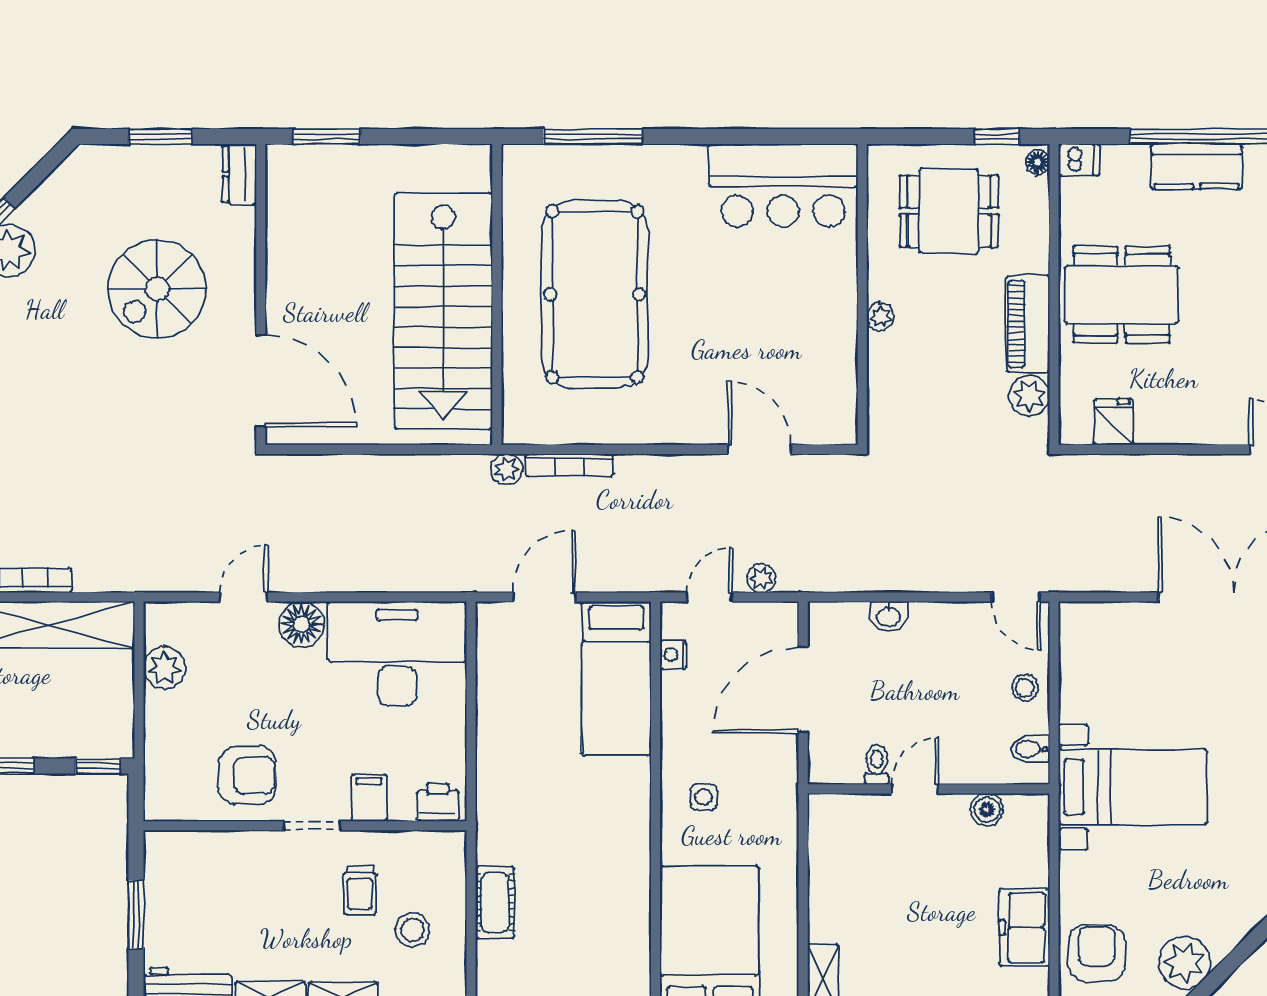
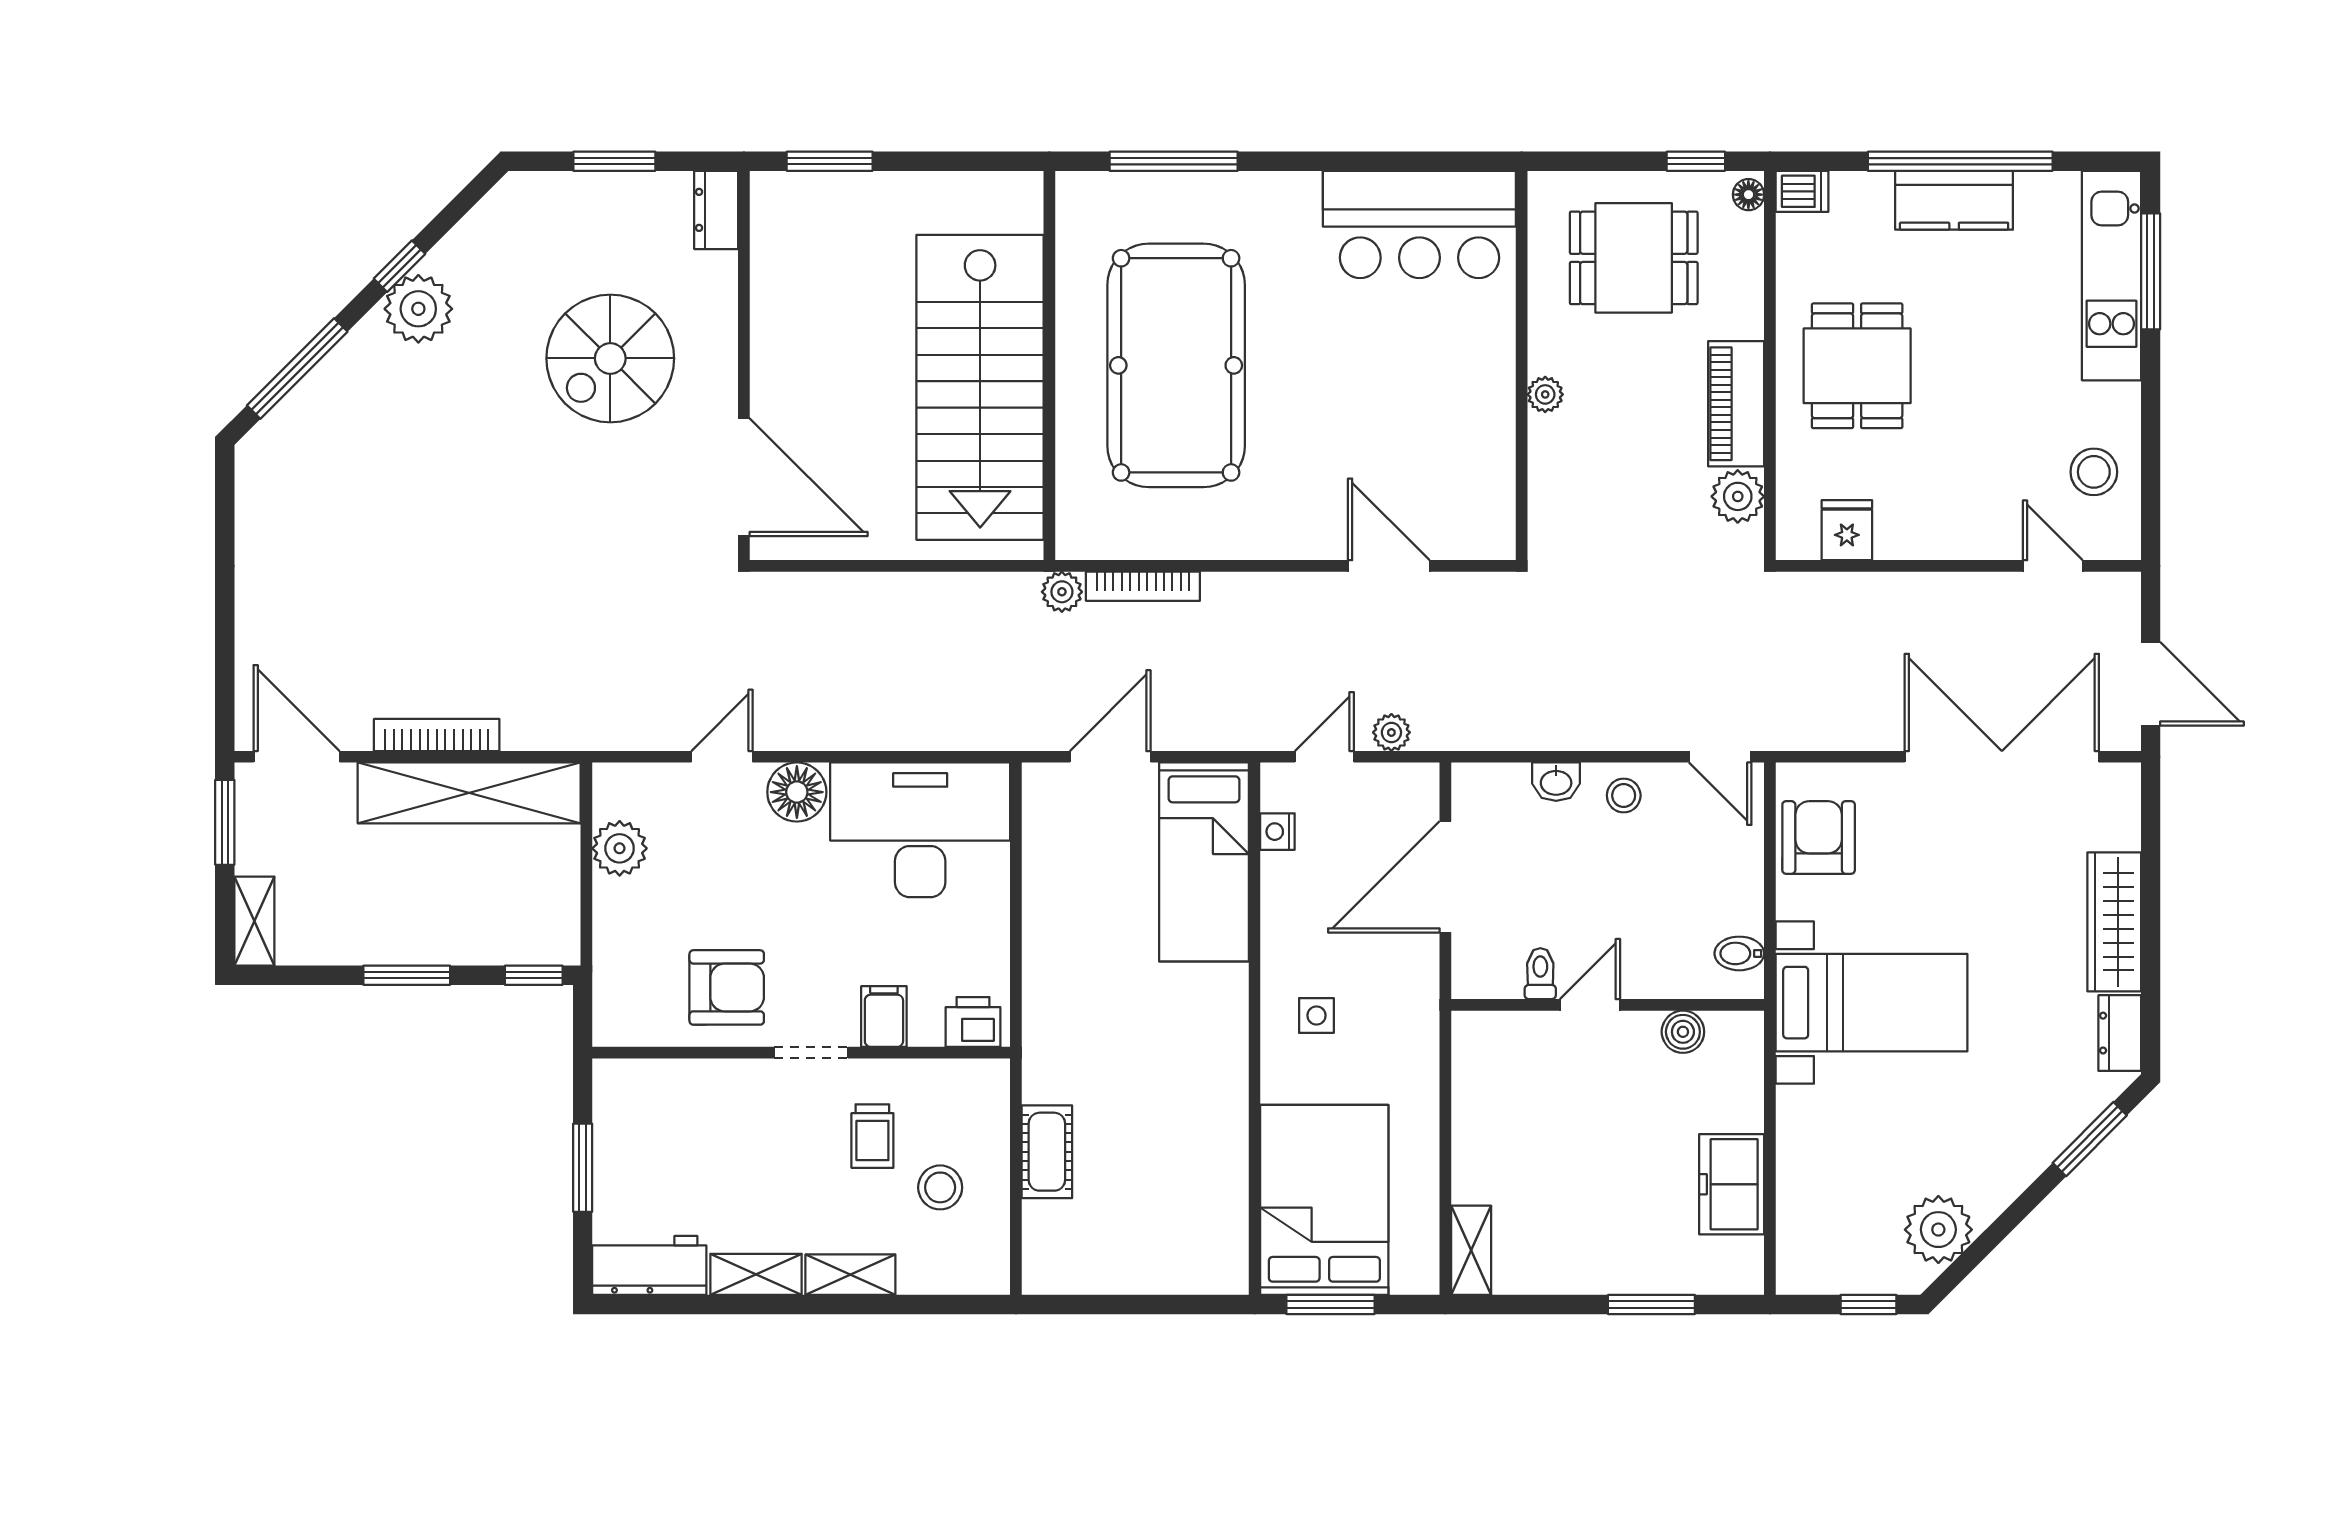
dining table: (1122, 295) -> (1857, 366), width x0.73
stool: (1025, 688) -> (1624, 795), moved
armchair: (1097, 953) -> (1819, 837), moved

